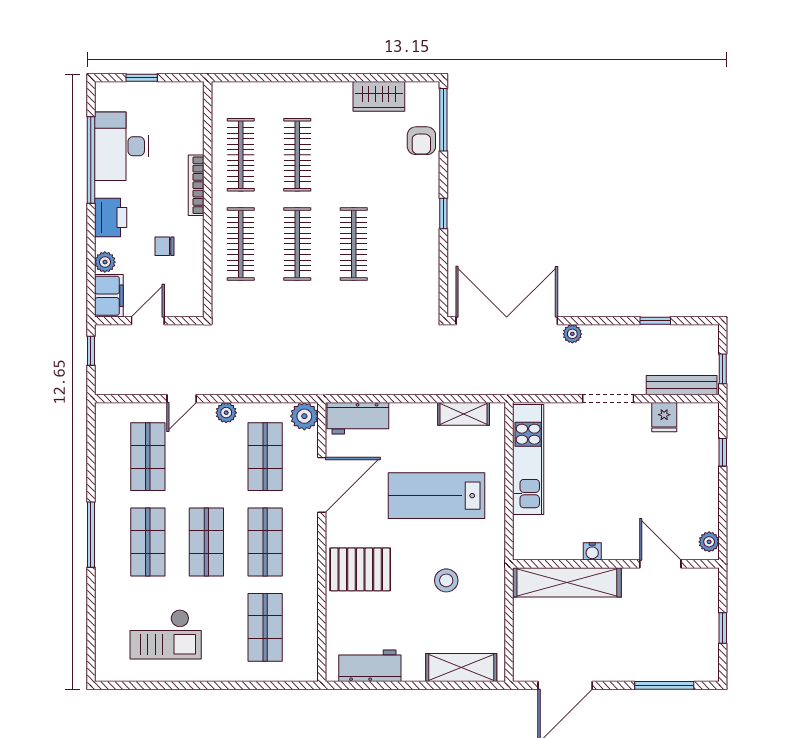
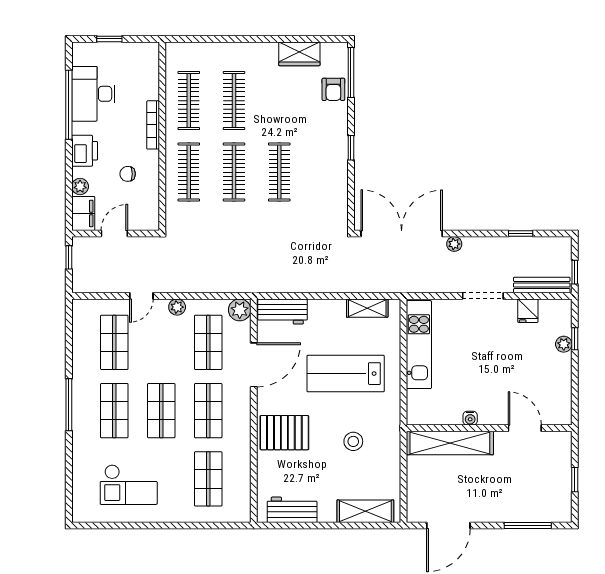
plant: (709, 542) -> (564, 344), moved

